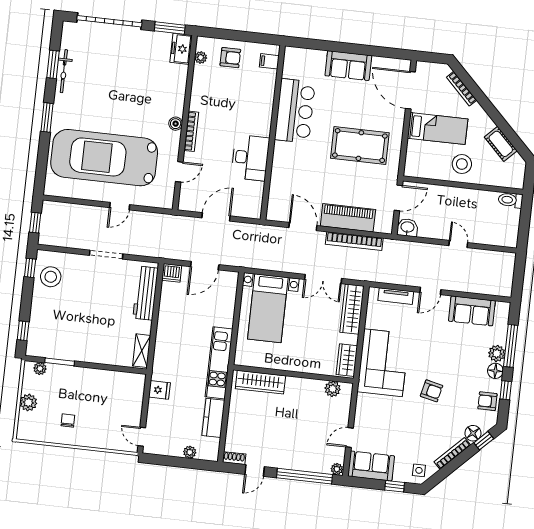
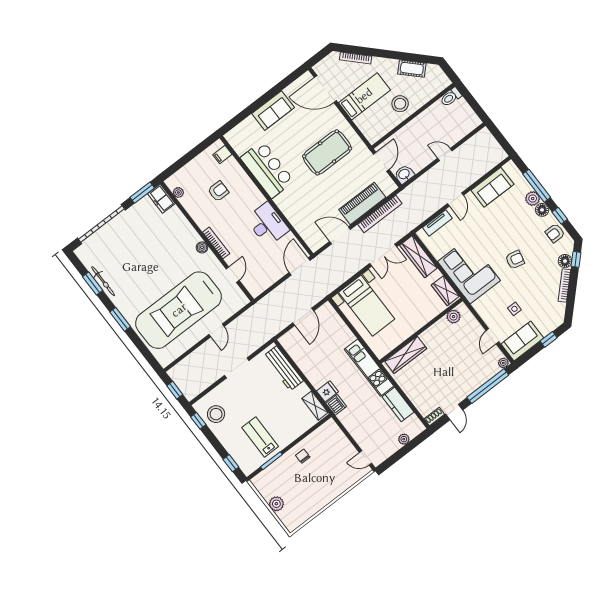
armchair: (230, 58) -> (218, 191), moved
door: (216, 217) -> (300, 266), moved
dishwasher: (172, 273) -> (336, 405), moved, turned -90
lab bench: (69, 332) -> (260, 437), added
plant: (40, 368) -> (263, 476), removed
fridge: (159, 390) -> (327, 391), moved
chair: (68, 421) -> (303, 456), moved
side table: (419, 470) -> (514, 309), moved

